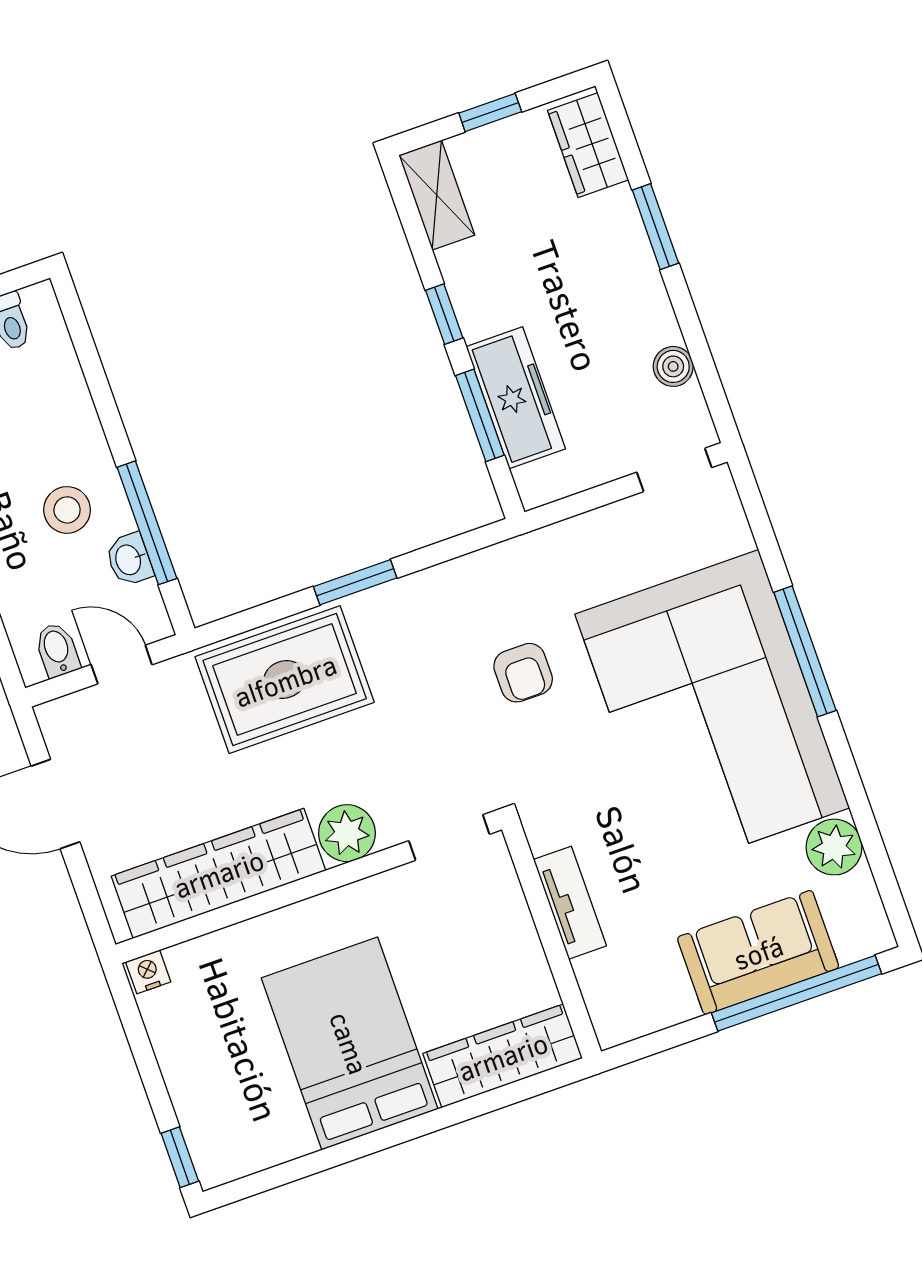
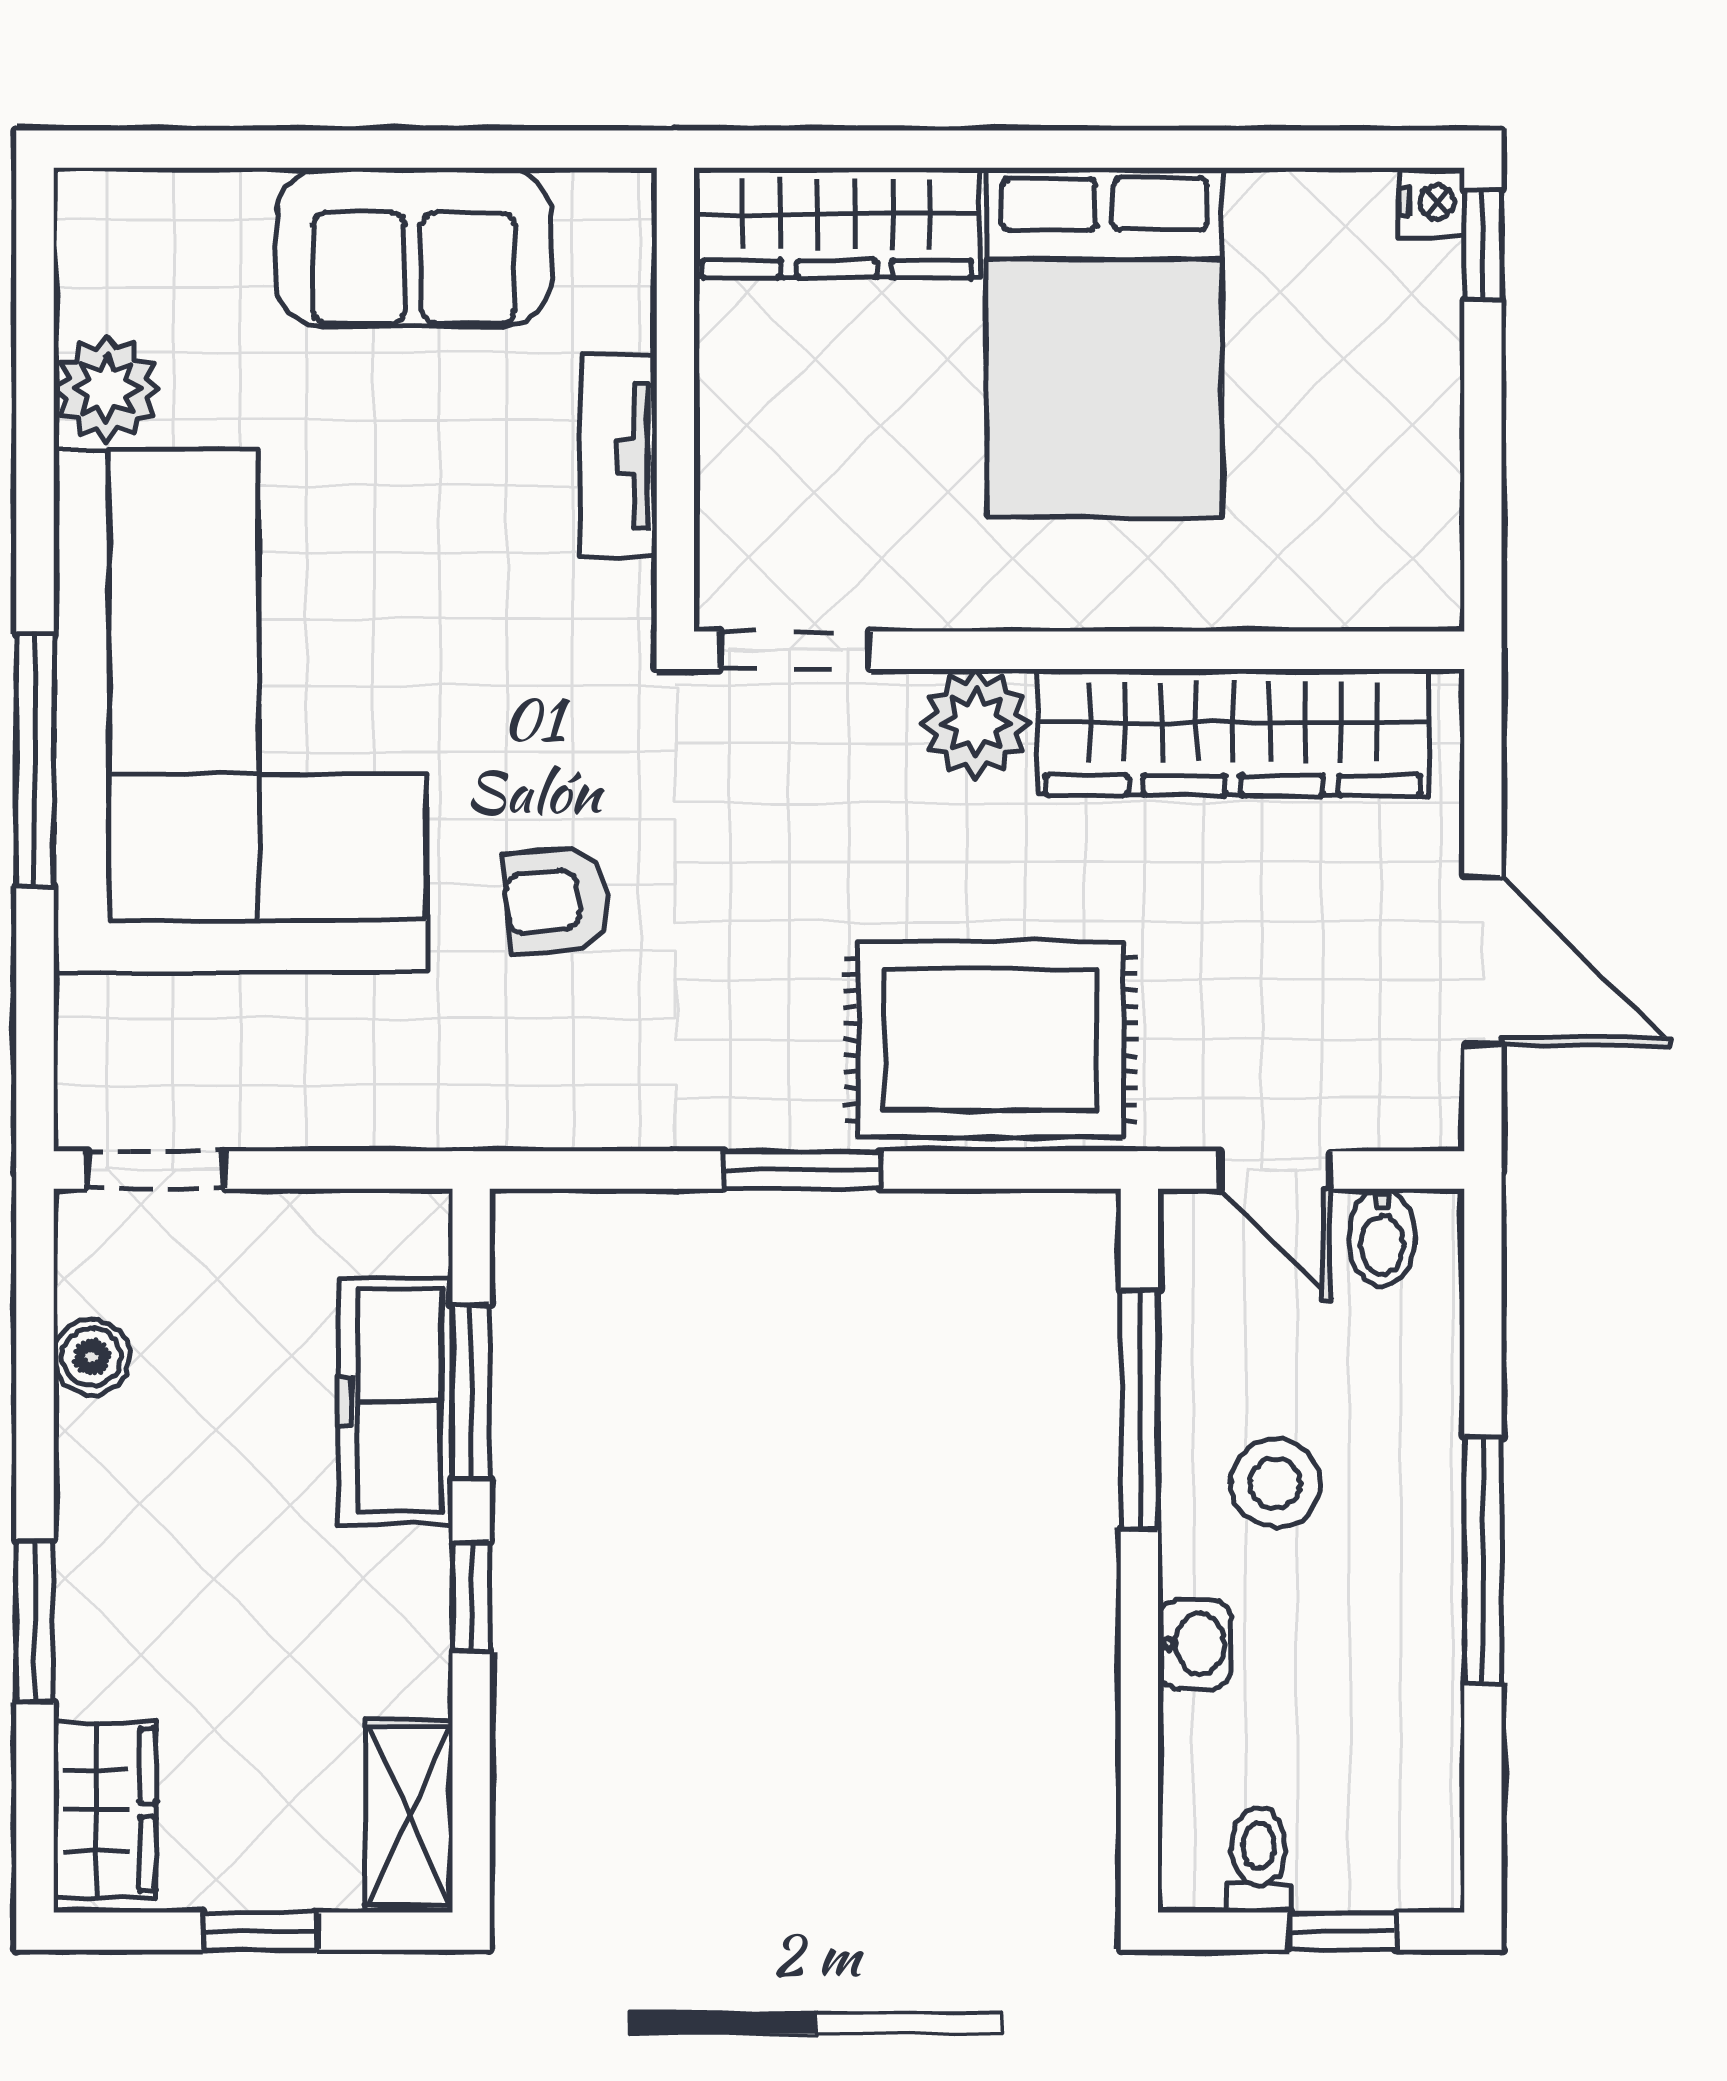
washbasin: (129, 559) -> (1195, 1644), moved
armchair: (523, 673) -> (557, 900), turned -96
sofa: (758, 952) -> (414, 247), moved
nightstand: (148, 972) -> (1432, 202), moved, turned -90
window: (796, 993) -> (267, 149), removed

